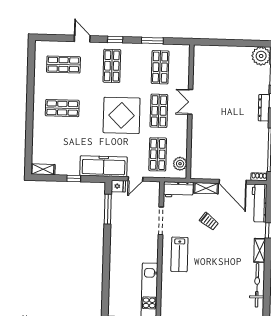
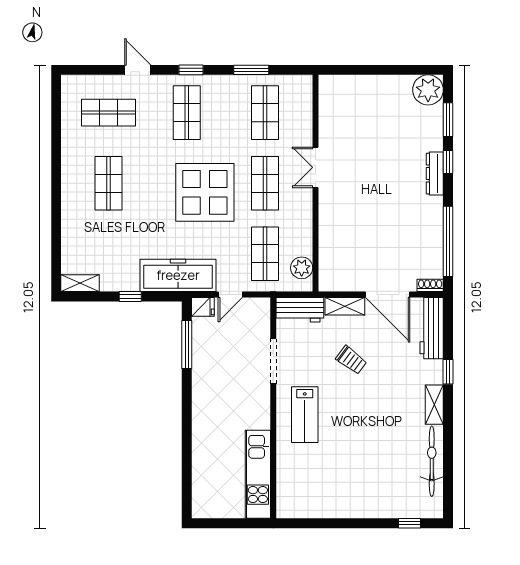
shop shelf: (62, 108) -> (108, 183), turned 90

